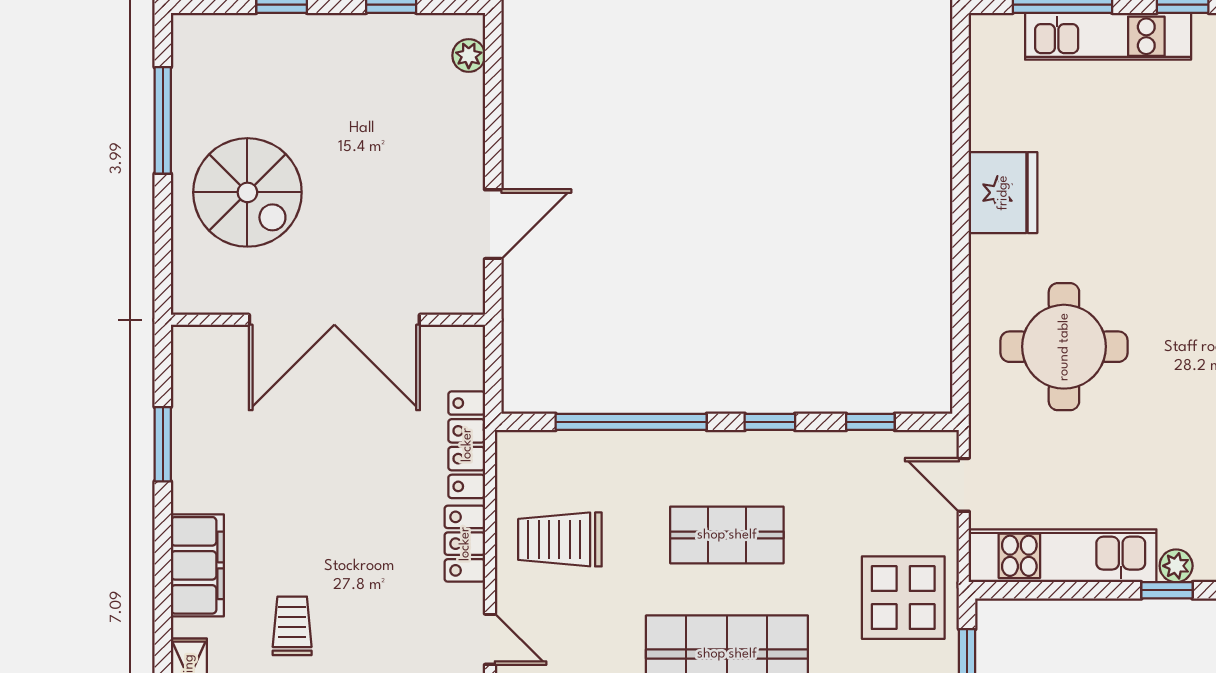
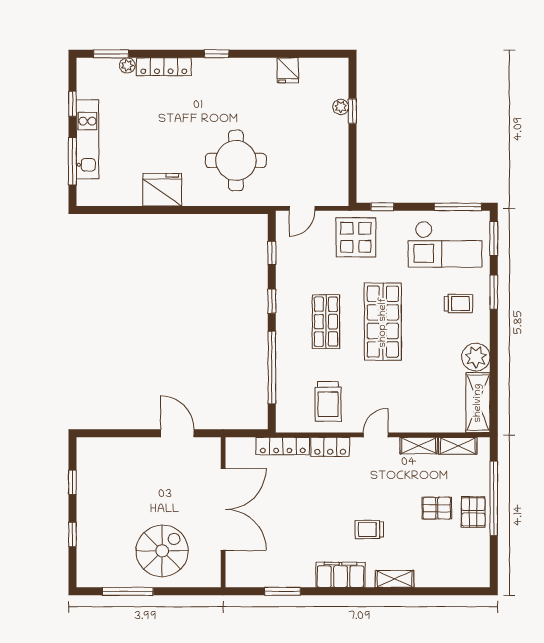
plant: (469, 55) -> (97, 445), removed
kitchen unit: (1063, 556) -> (336, 161), removed

